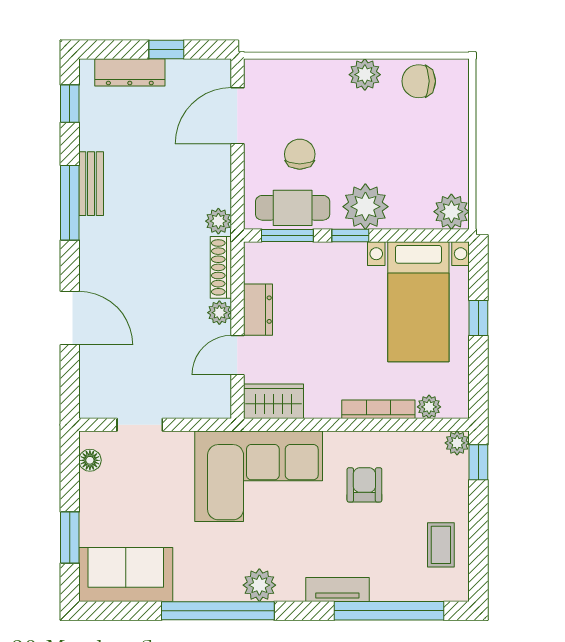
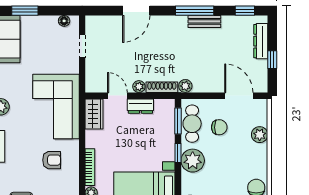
plant: (365, 75) -> (260, 135), moved

